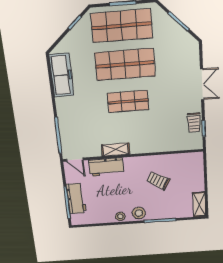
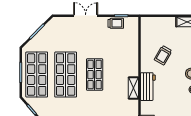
workbench: (106, 167) -> (148, 87), moved

